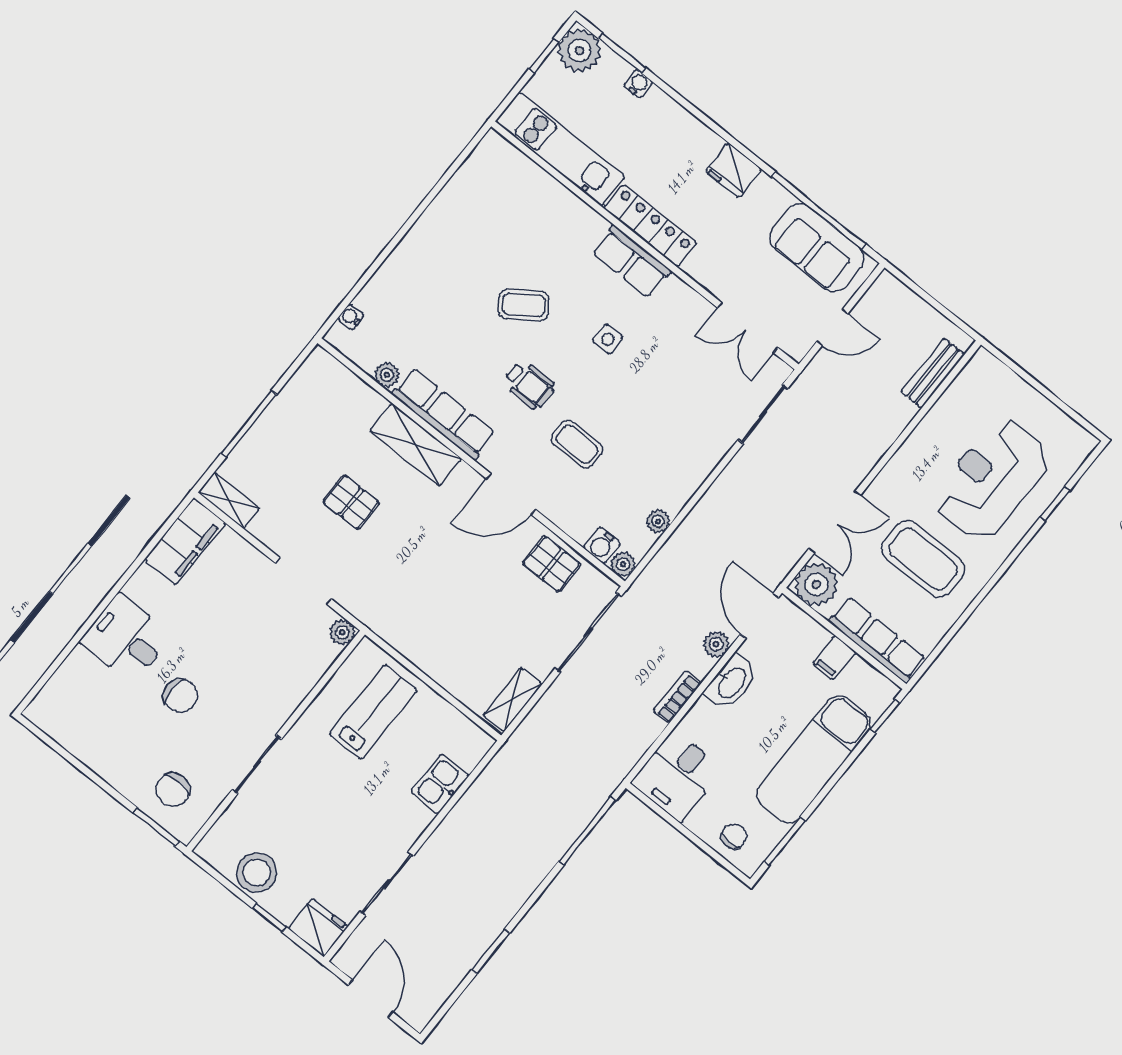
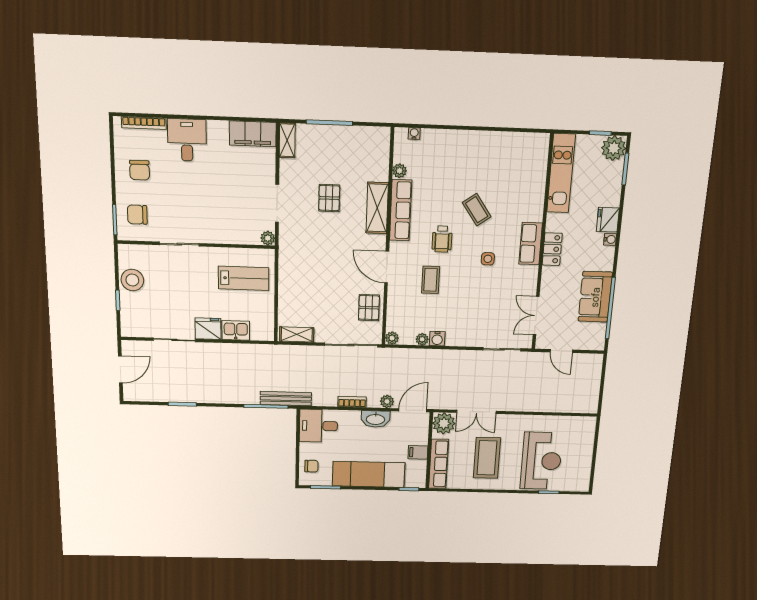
water cooler: (638, 84) -> (610, 239), moved
fridge: (734, 170) -> (608, 220), moved
locker: (650, 226) -> (552, 249), width x0.66
sofa: (817, 248) -> (595, 297), moved
bench: (933, 373) -> (286, 399), moved, width x1.36
reception desk: (992, 479) -> (541, 461), turned 90
water cooler: (602, 545) -> (437, 339), moved, turned -90
bookcase: (60, 679) -> (144, 123), added
chair: (180, 696) -> (140, 170), moved
fridge: (318, 928) -> (208, 329), moved, turned -90

